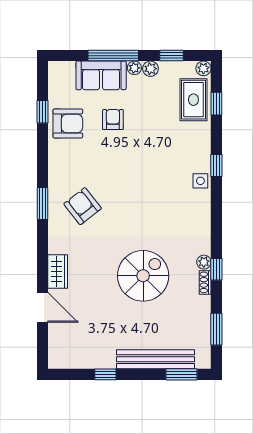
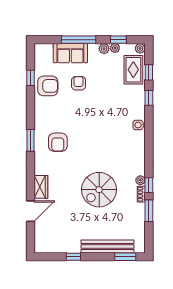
plant: (134, 68) -> (115, 48), moved
window: (216, 165) -> (149, 98), moved
armchair: (83, 206) -> (58, 142), turned -142
spiral stairs: (143, 276) -> (99, 190), turned 180
door: (42, 307) -> (30, 211), hinge flipped
window: (216, 329) -> (149, 211), moved

